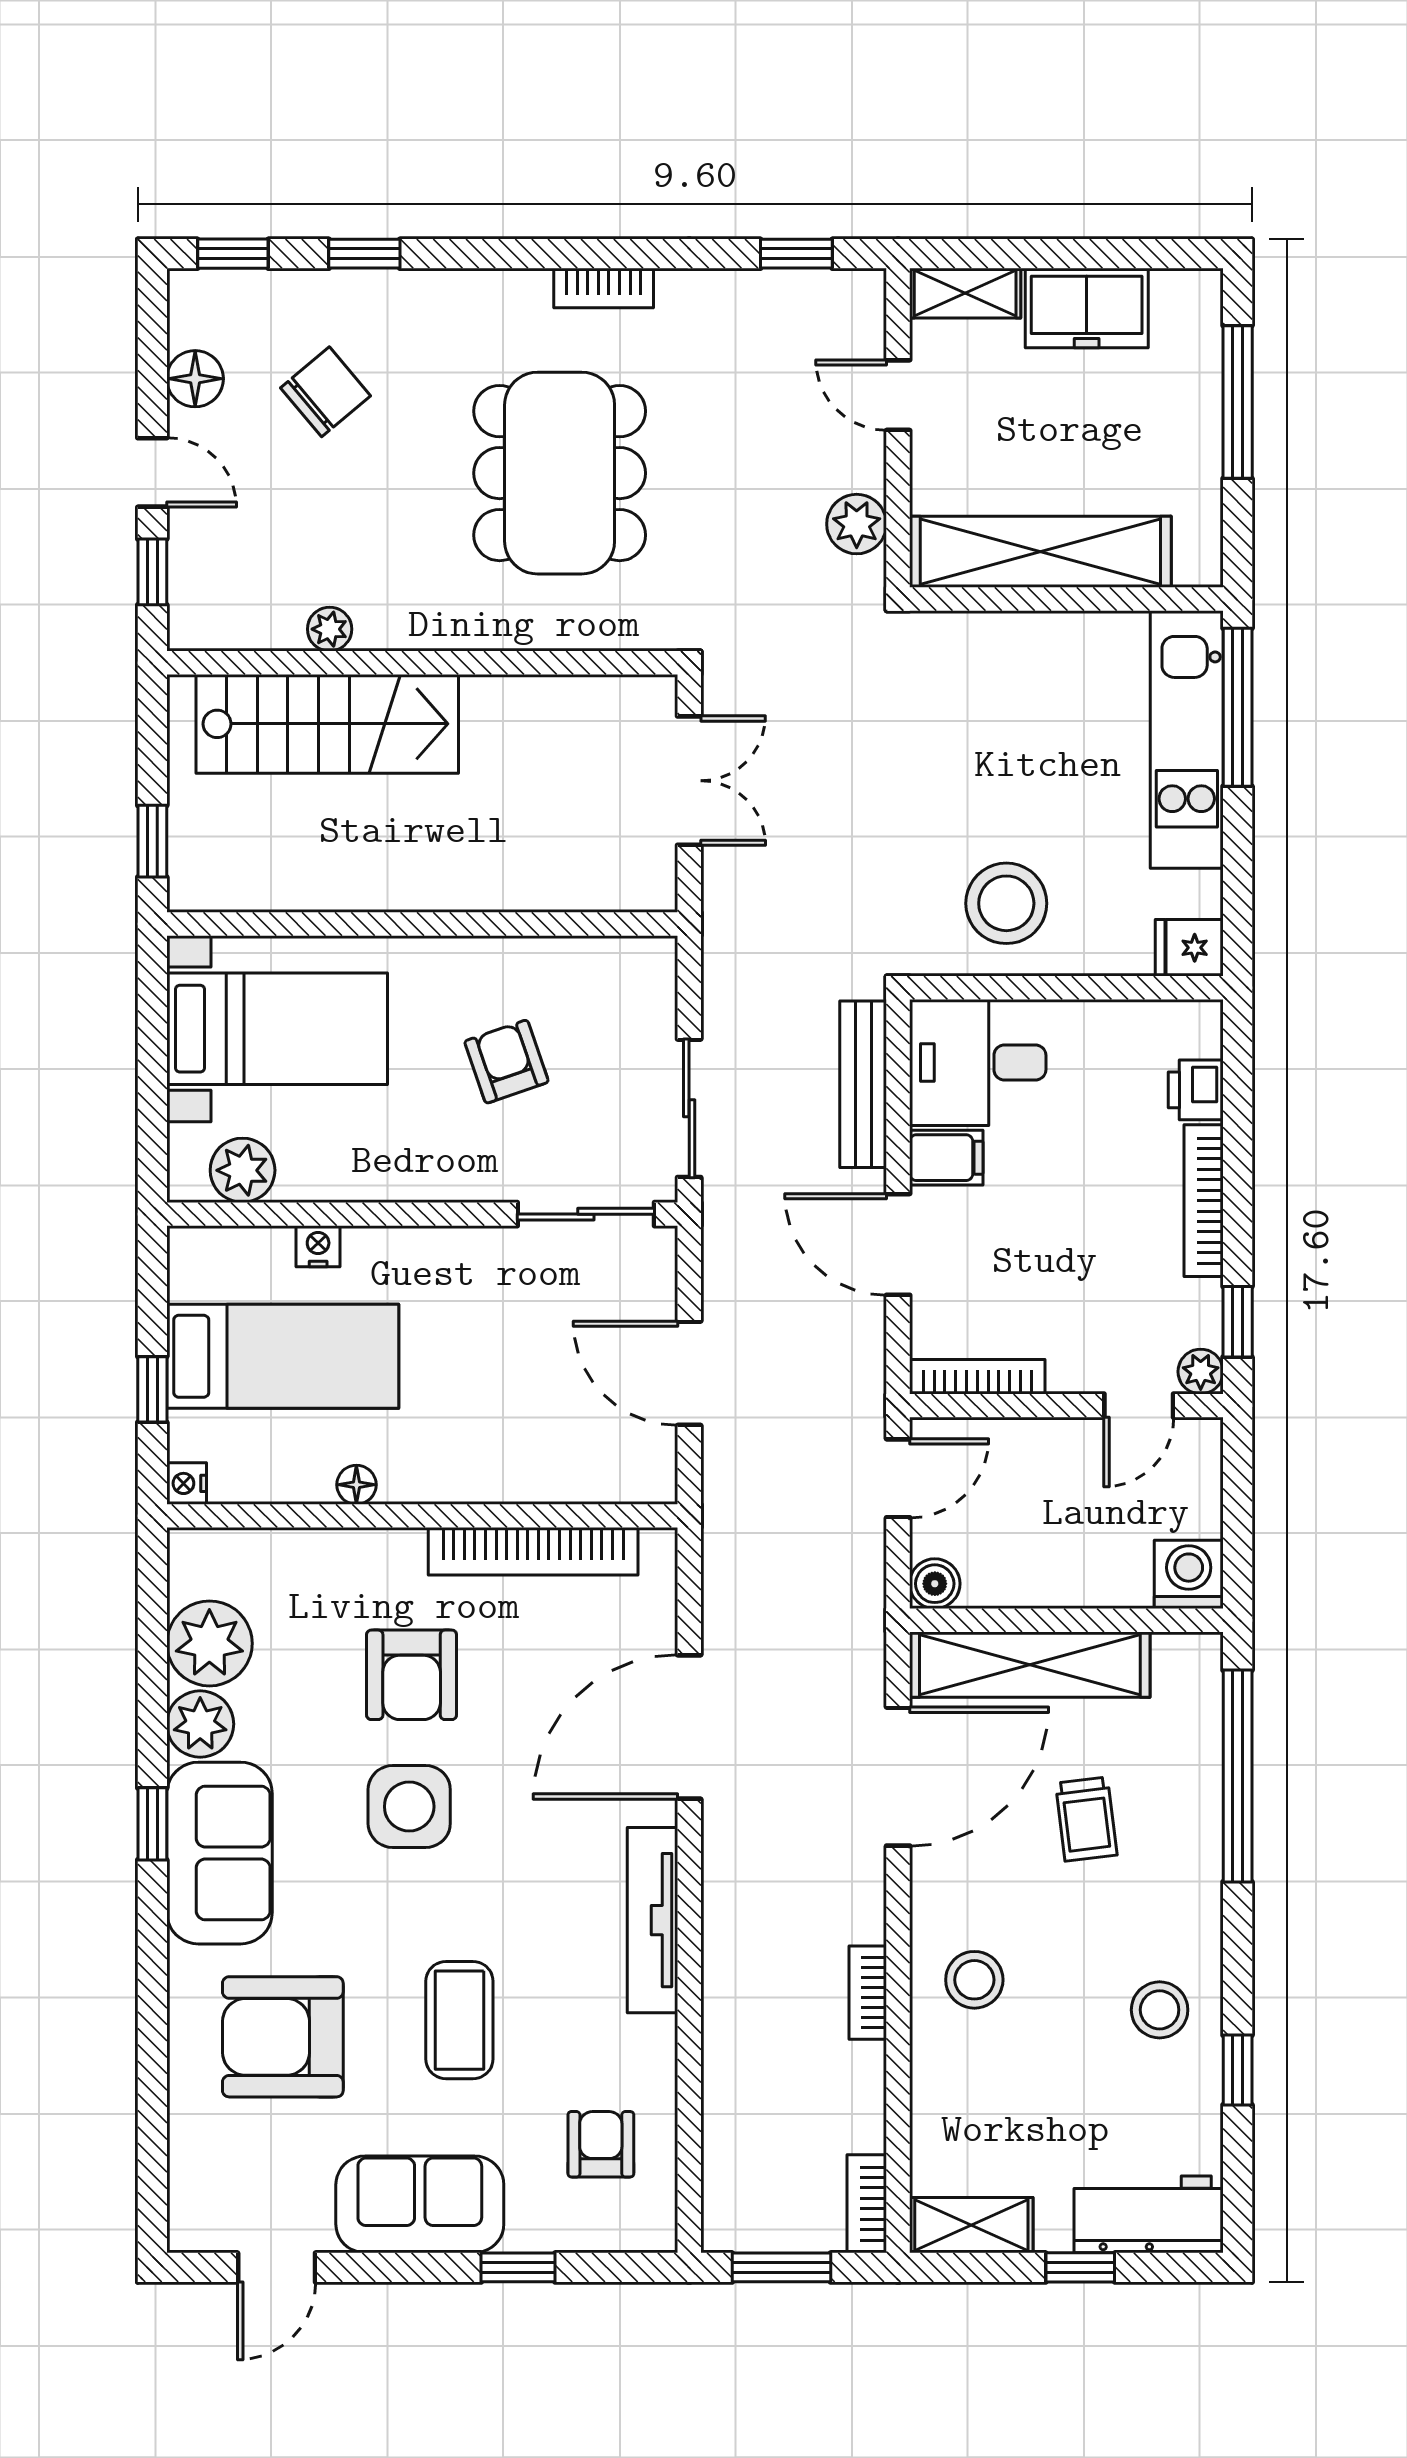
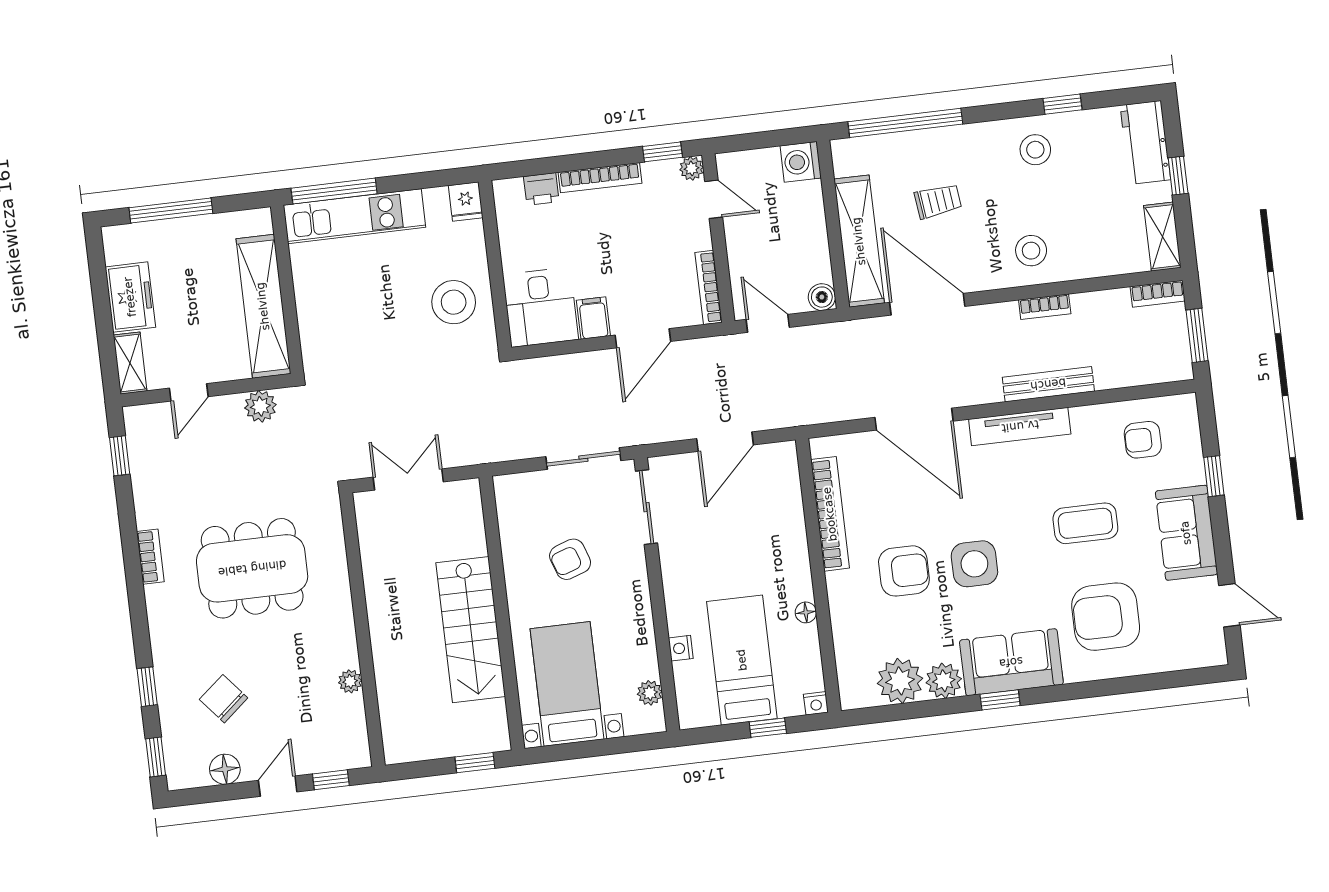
stairs: (327, 724) -> (471, 630), moved, turned 180
bench: (863, 1084) -> (1048, 384), moved
plant: (243, 1170) -> (650, 693), width x0.73, depth x0.73
armchair: (283, 2037) -> (1106, 617), turned 90

